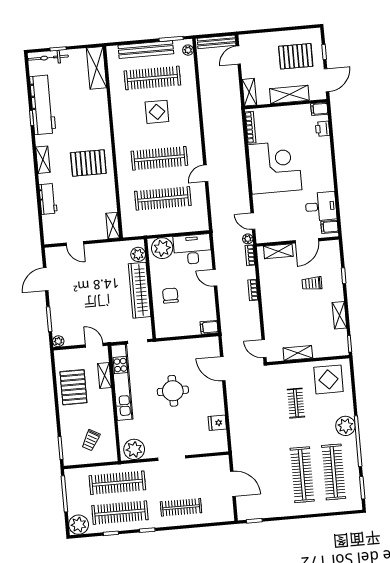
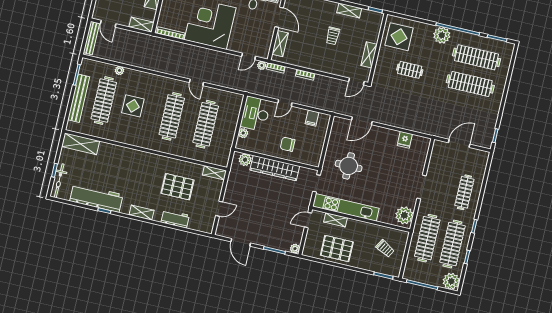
plant: (188, 50) -> (119, 70), moved
pallet: (88, 163) -> (177, 187), moved, turned 90
plant: (162, 248) -> (243, 133), width x0.53, depth x0.53
trolley: (312, 283) -> (333, 36), moved
filing cabinet: (209, 327) -> (312, 118), moved
round table: (173, 391) -> (349, 166), moved

